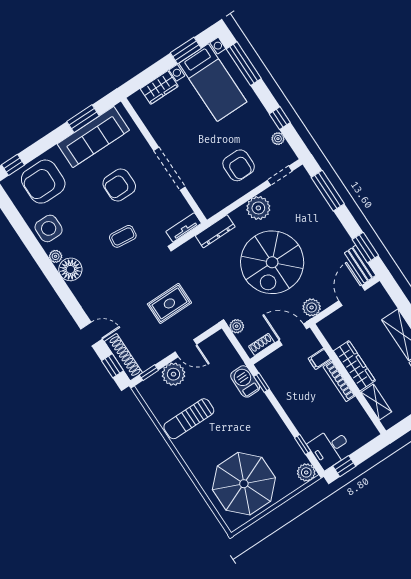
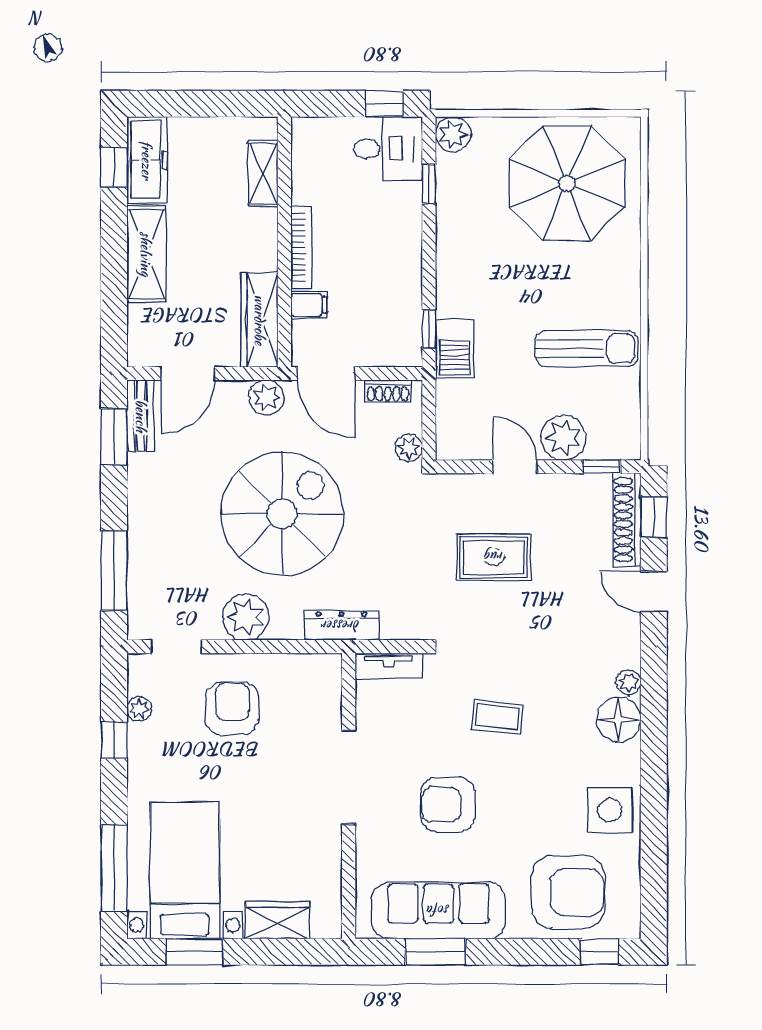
armchair: (119, 185) -> (448, 805), turned 180
plant: (56, 256) -> (629, 682), moved
wardrobe: (354, 366) -> (260, 320), moved

